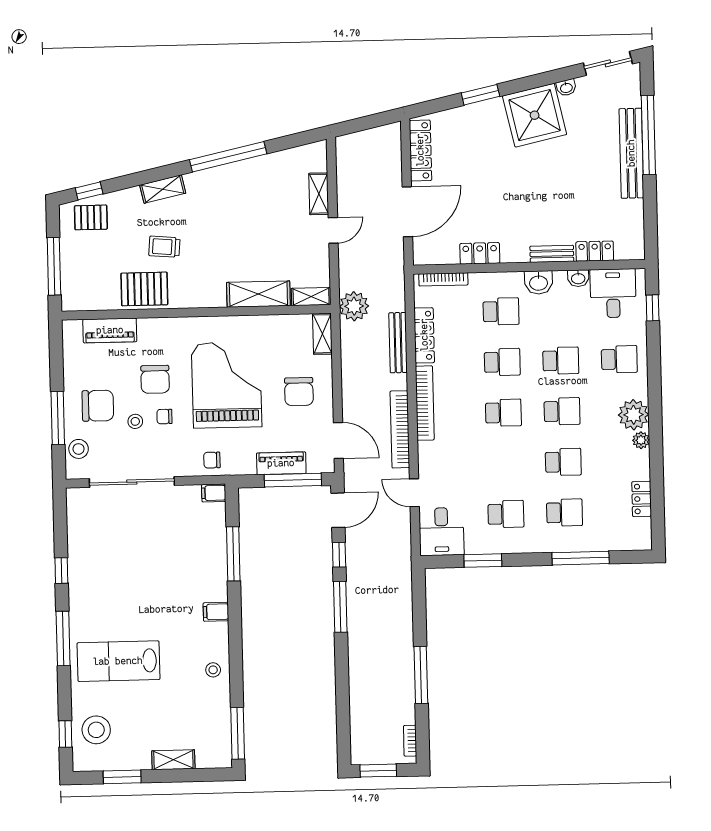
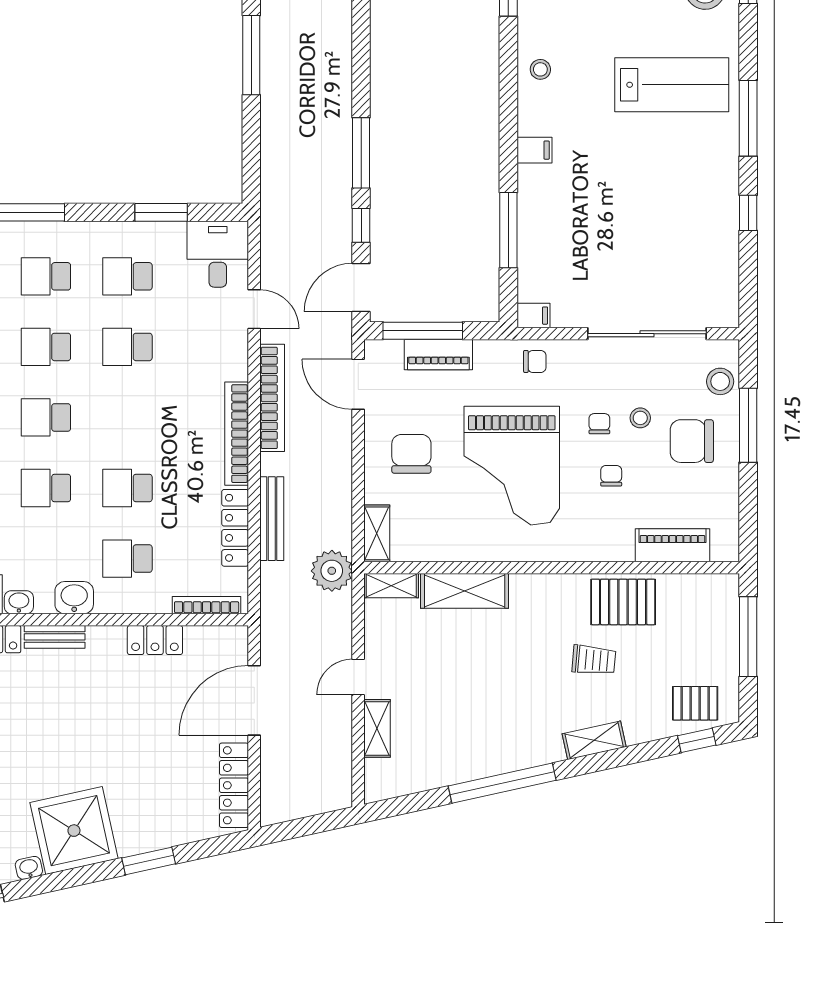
chair: (155, 379) -> (611, 476), width x0.54, depth x0.54
school desk: (503, 413) -> (127, 347), moved
chair: (164, 417) -> (599, 424), turned -90

